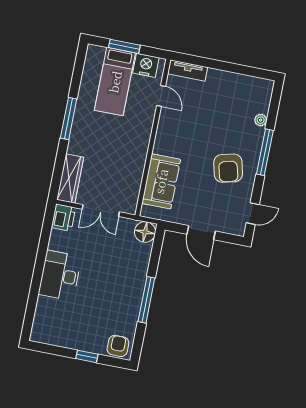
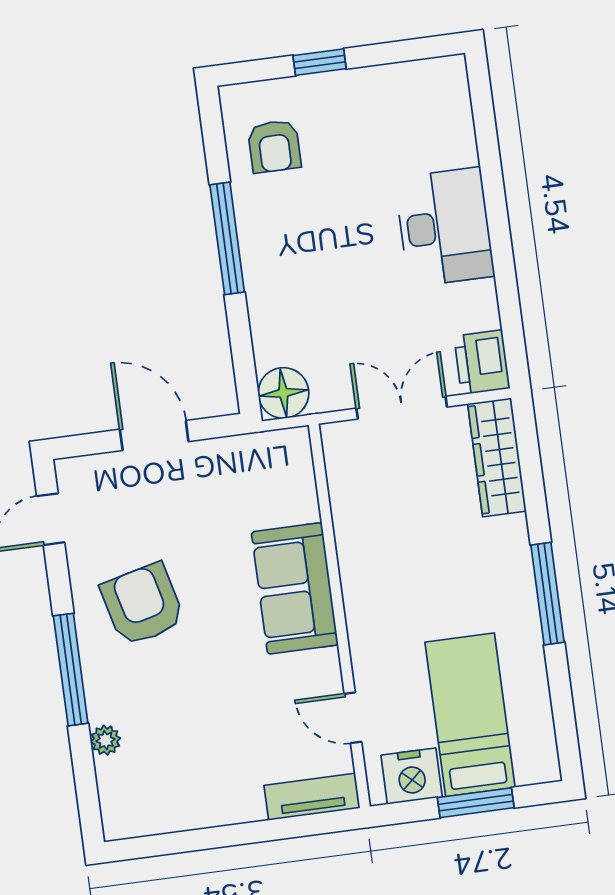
sofa: (161, 181) -> (295, 588), moved
armchair: (118, 346) -> (274, 146), moved

